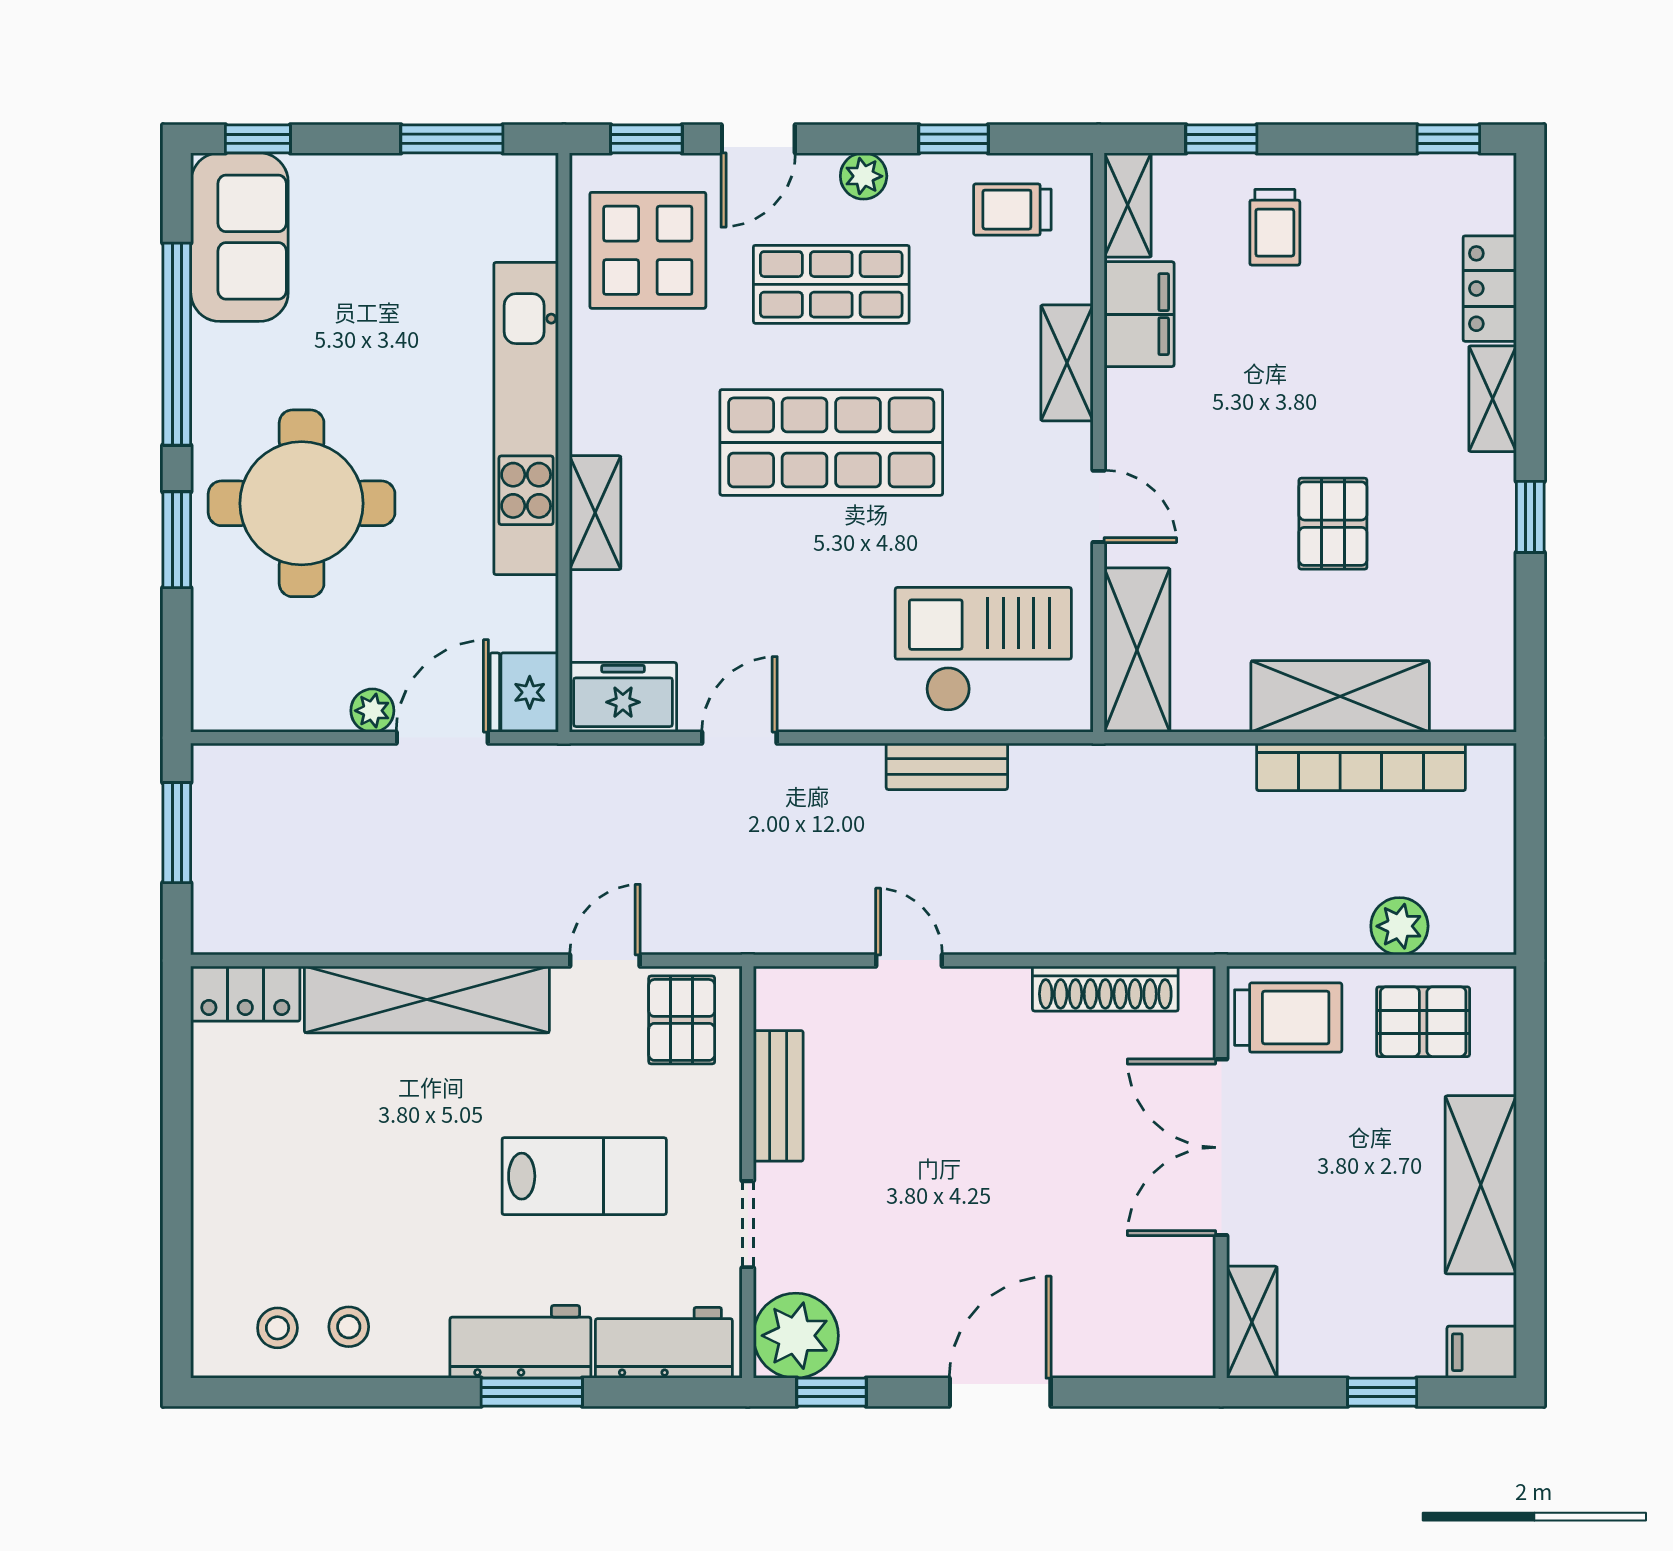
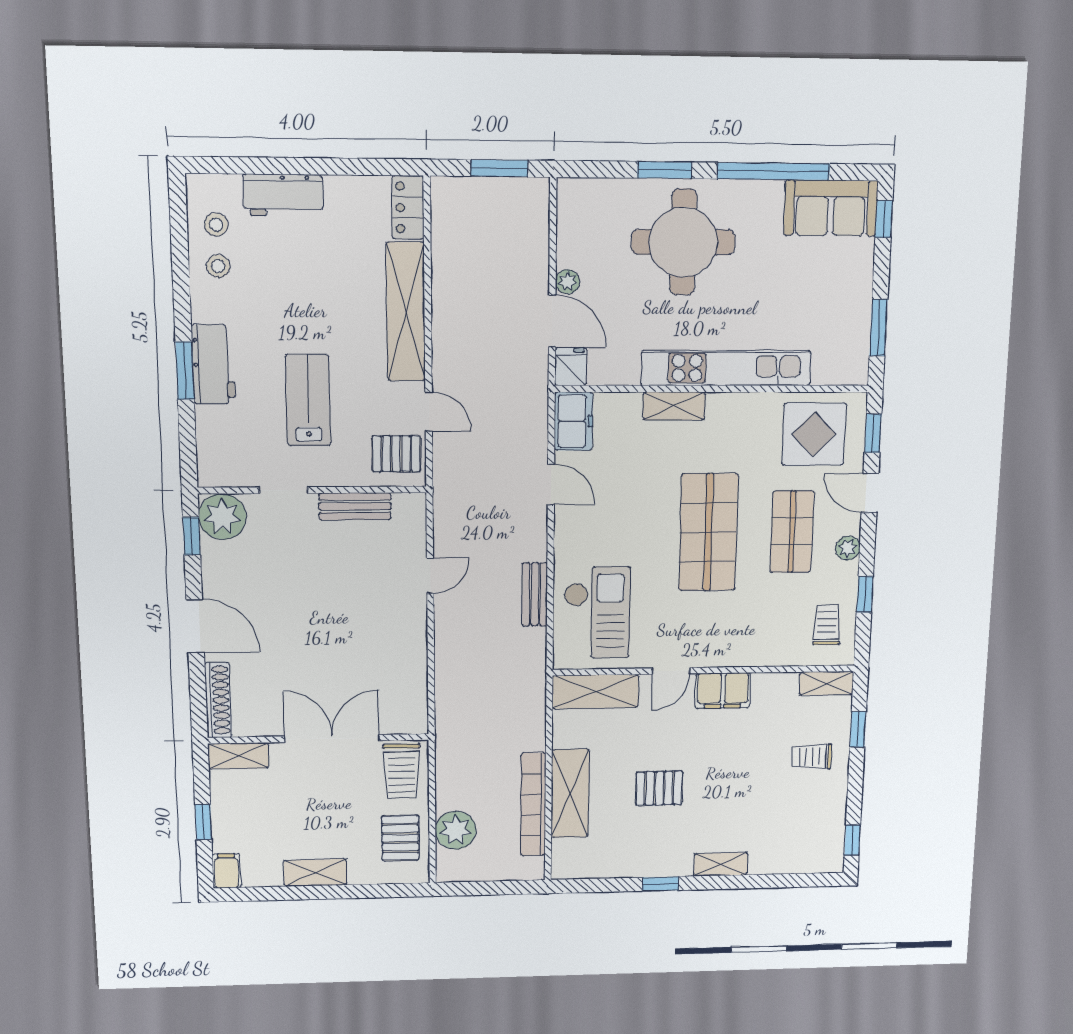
locker: (1490, 289) -> (776, 862), removed
filing cabinet: (1139, 314) -> (723, 691), moved
shelving: (1067, 363) -> (746, 654), removed
fridge: (524, 692) -> (571, 367), width x0.72
plant: (1399, 926) -> (456, 830), width x1.36, depth x1.36
shoe rack: (1105, 989) -> (218, 700), moved, turned 180
lab bench: (584, 1176) -> (308, 400), turned 180
shelving: (1481, 1185) -> (315, 873), width x0.67, depth x0.75
workbench: (664, 1343) -> (283, 195), moved, turned 90

